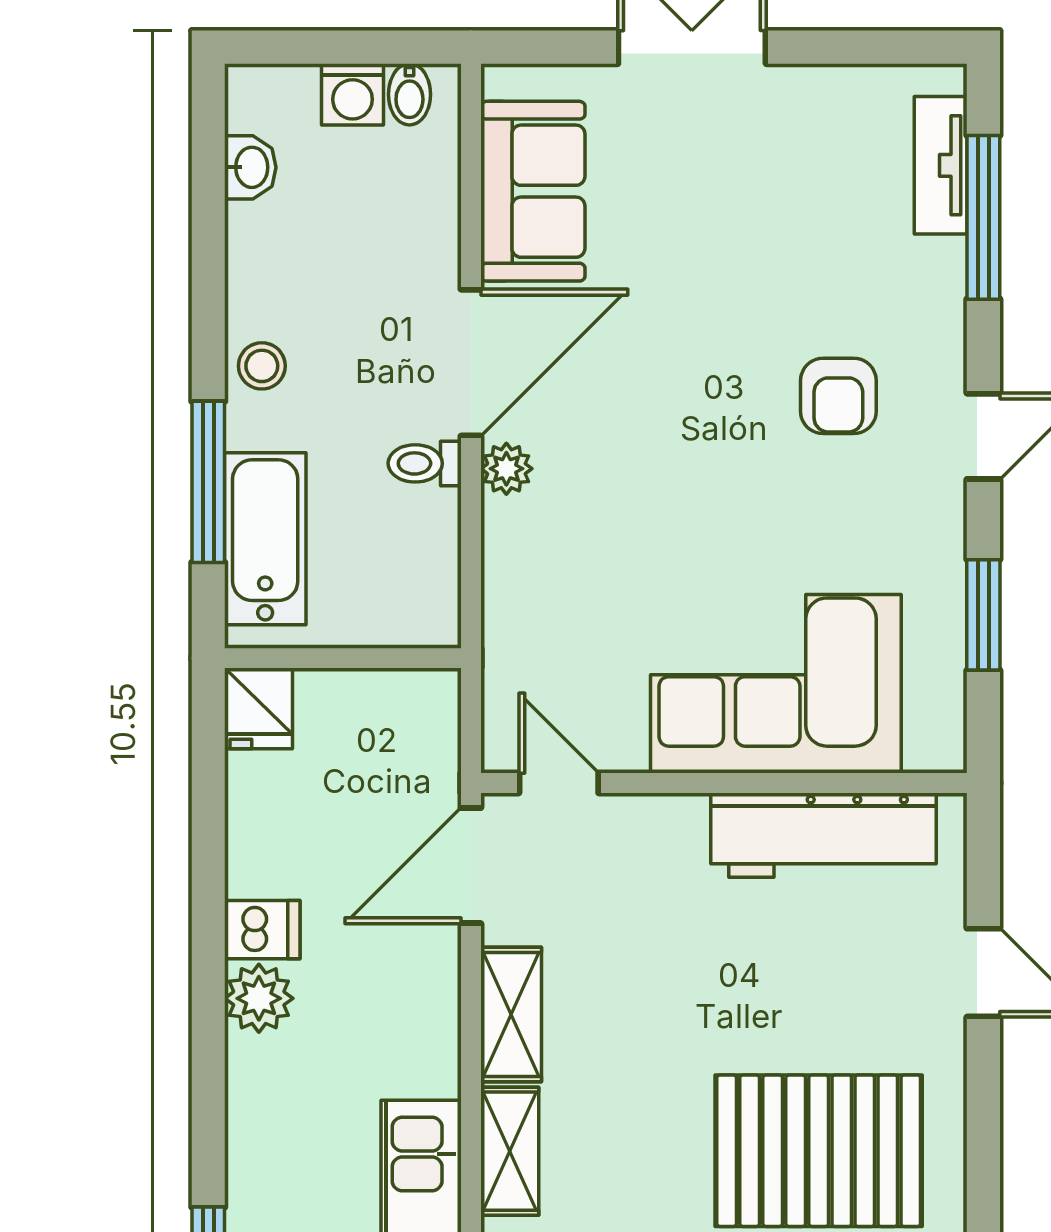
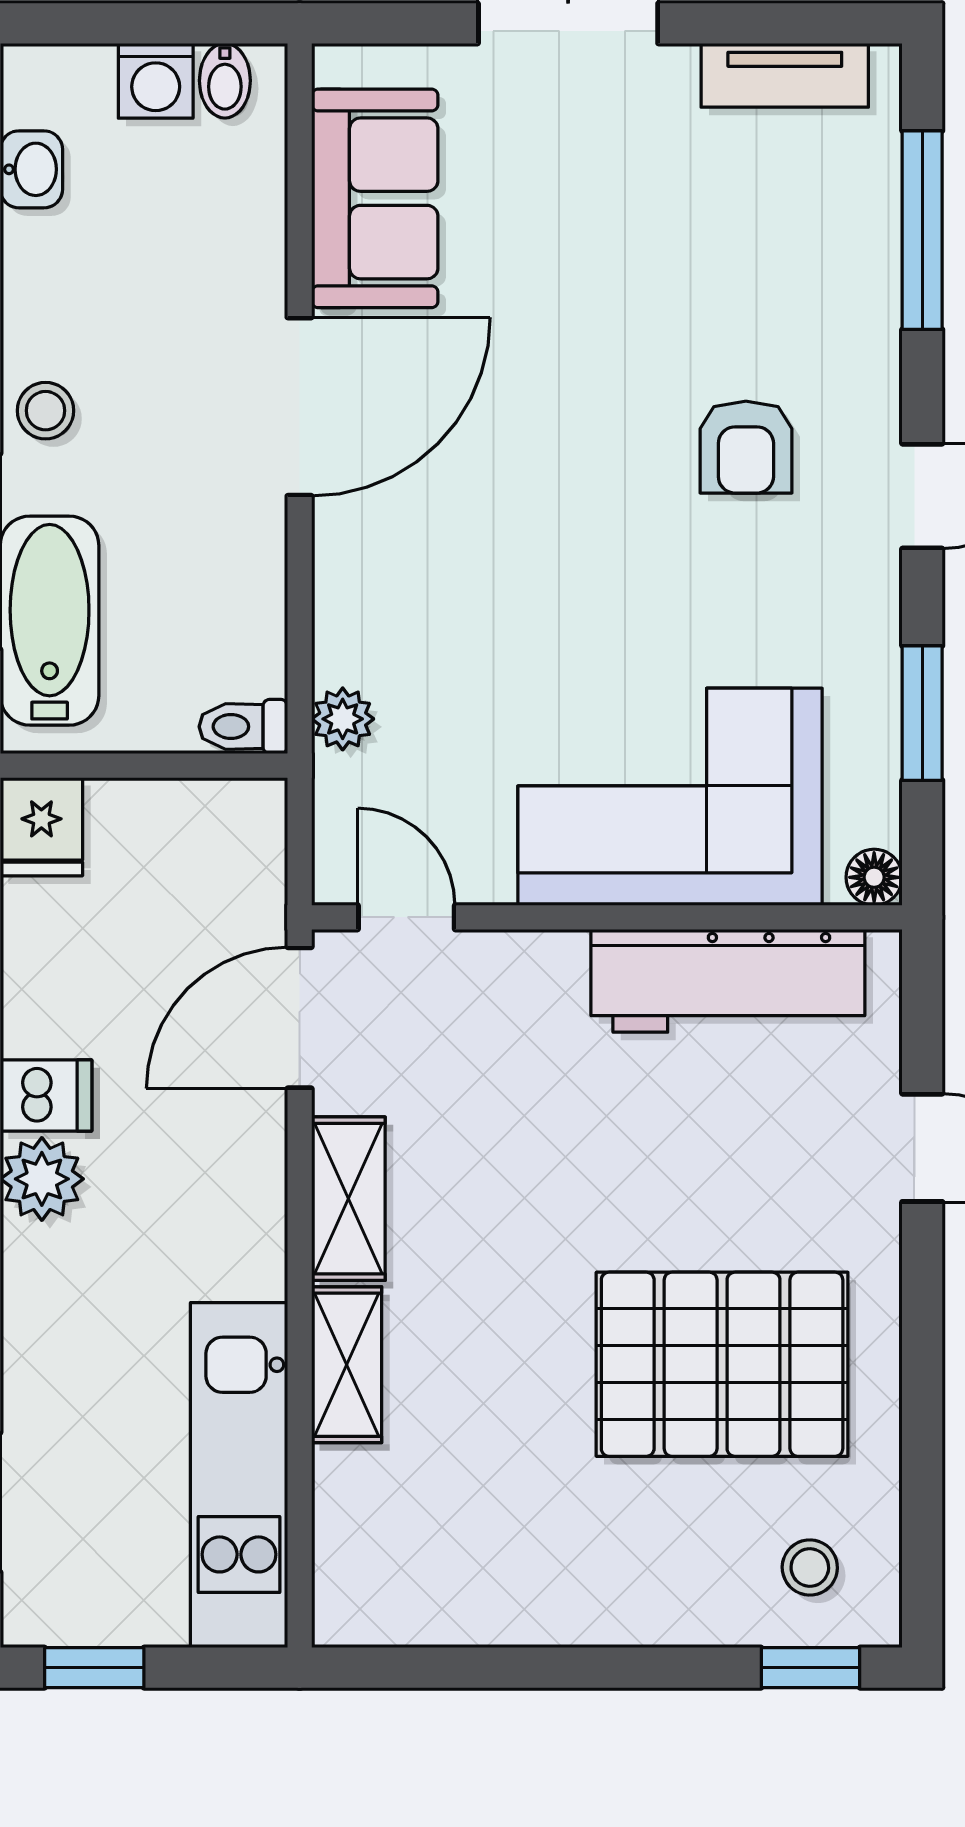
tv unit: (941, 165) -> (785, 75), moved, turned -90
toilet: (425, 463) -> (243, 727), moved
plant: (506, 469) -> (343, 719), moved
floor lamp: (944, 750) -> (874, 877), added

